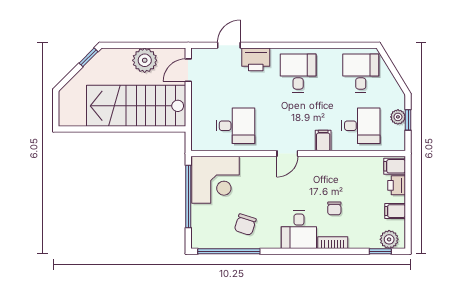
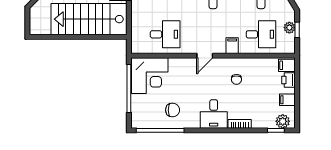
chair: (334, 208) -> (236, 79), moved
chair: (245, 225) -> (173, 110), turned -108

